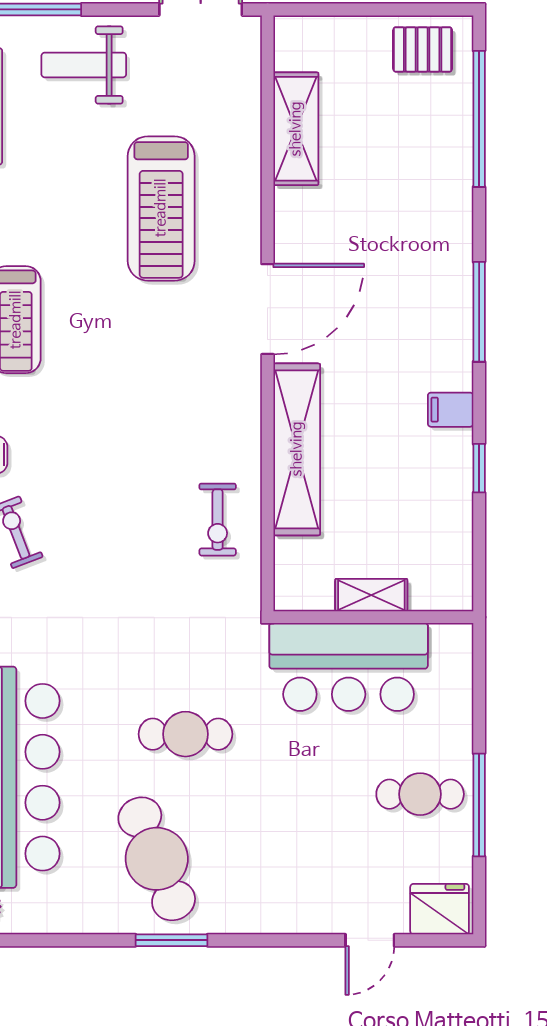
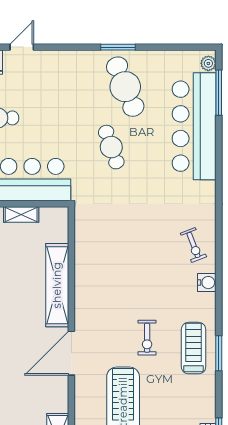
exercise bike: (218, 520) -> (147, 338), moved, turned 180
cafe table: (186, 734) -> (111, 147), turned 71

